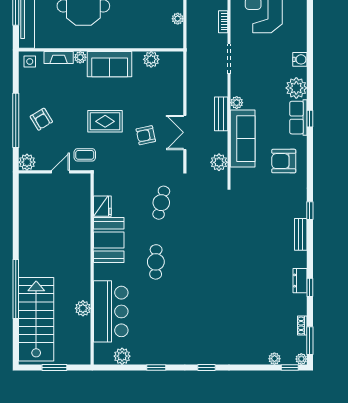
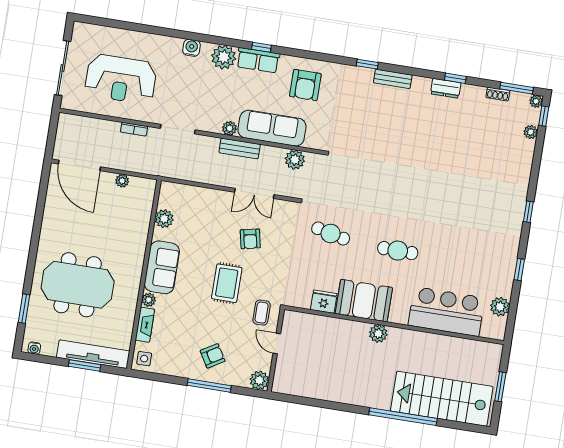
window: (16, 120) -> (209, 386), width x0.68
plant: (83, 308) -> (378, 333), moved

